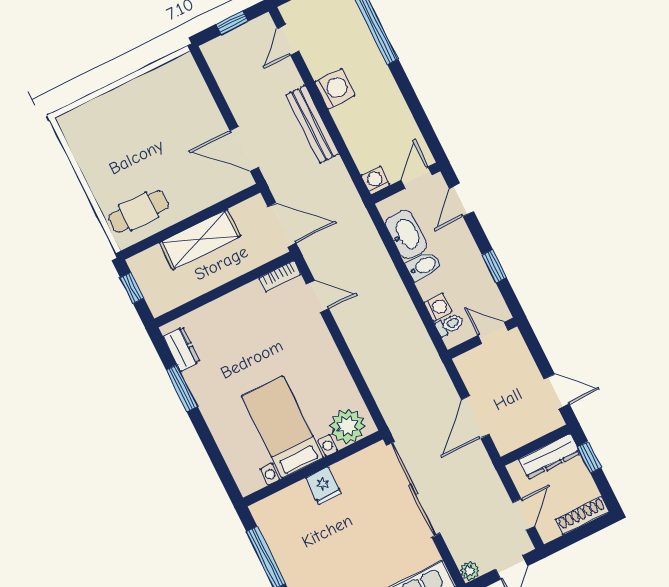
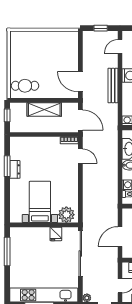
dresser: (182, 349) -> (15, 169), moved
fridge: (324, 486) -> (56, 234), moved

